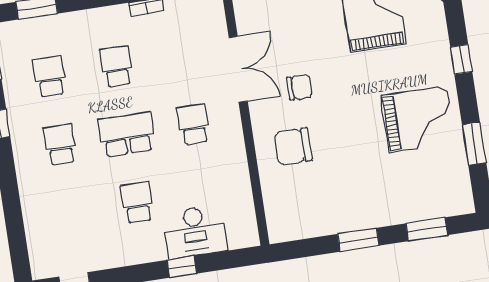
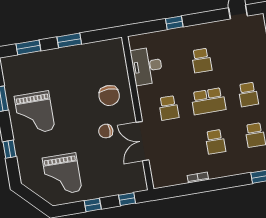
grand piano: (418, 119) -> (35, 113), turned -90
chair: (293, 147) -> (109, 96), turned 90
desk: (195, 232) -> (147, 66), moved, turned -90

